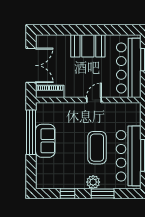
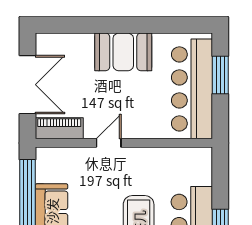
door: (94, 100) -> (109, 143), moved

